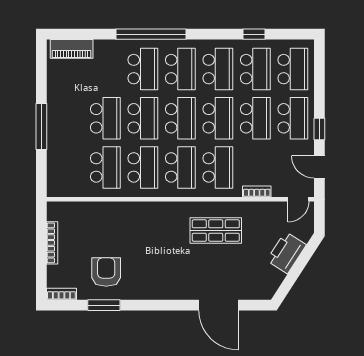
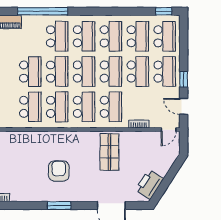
window: (151, 34) -> (43, 11), moved
window: (254, 34) -> (164, 11), moved
shop shelf: (216, 231) -> (109, 152), turned 90
printer: (286, 253) -> (149, 184), moved
armchair: (106, 272) -> (59, 171), moved
window: (104, 305) -> (59, 205), moved

